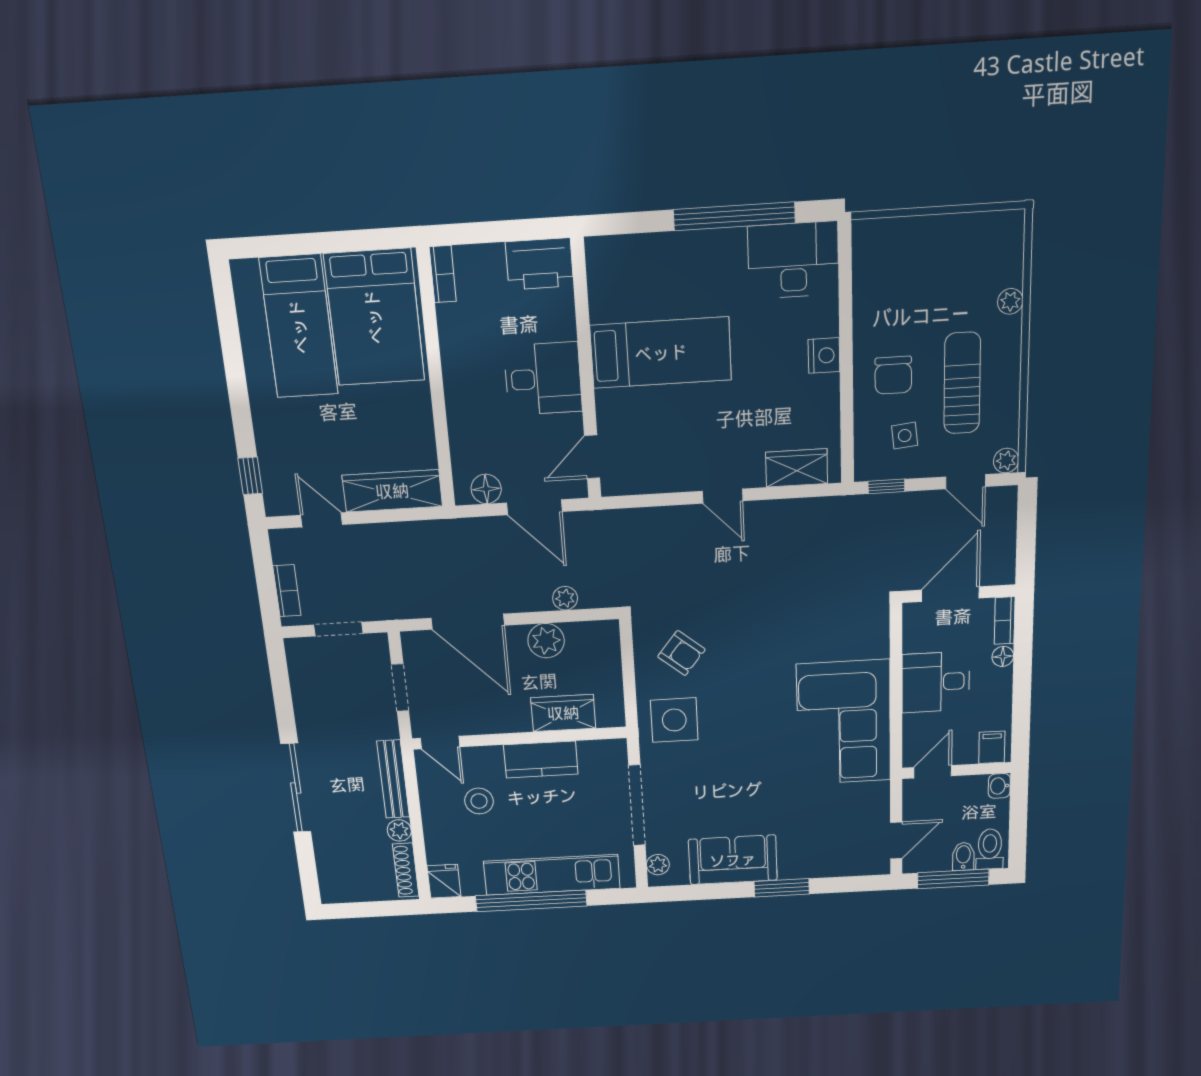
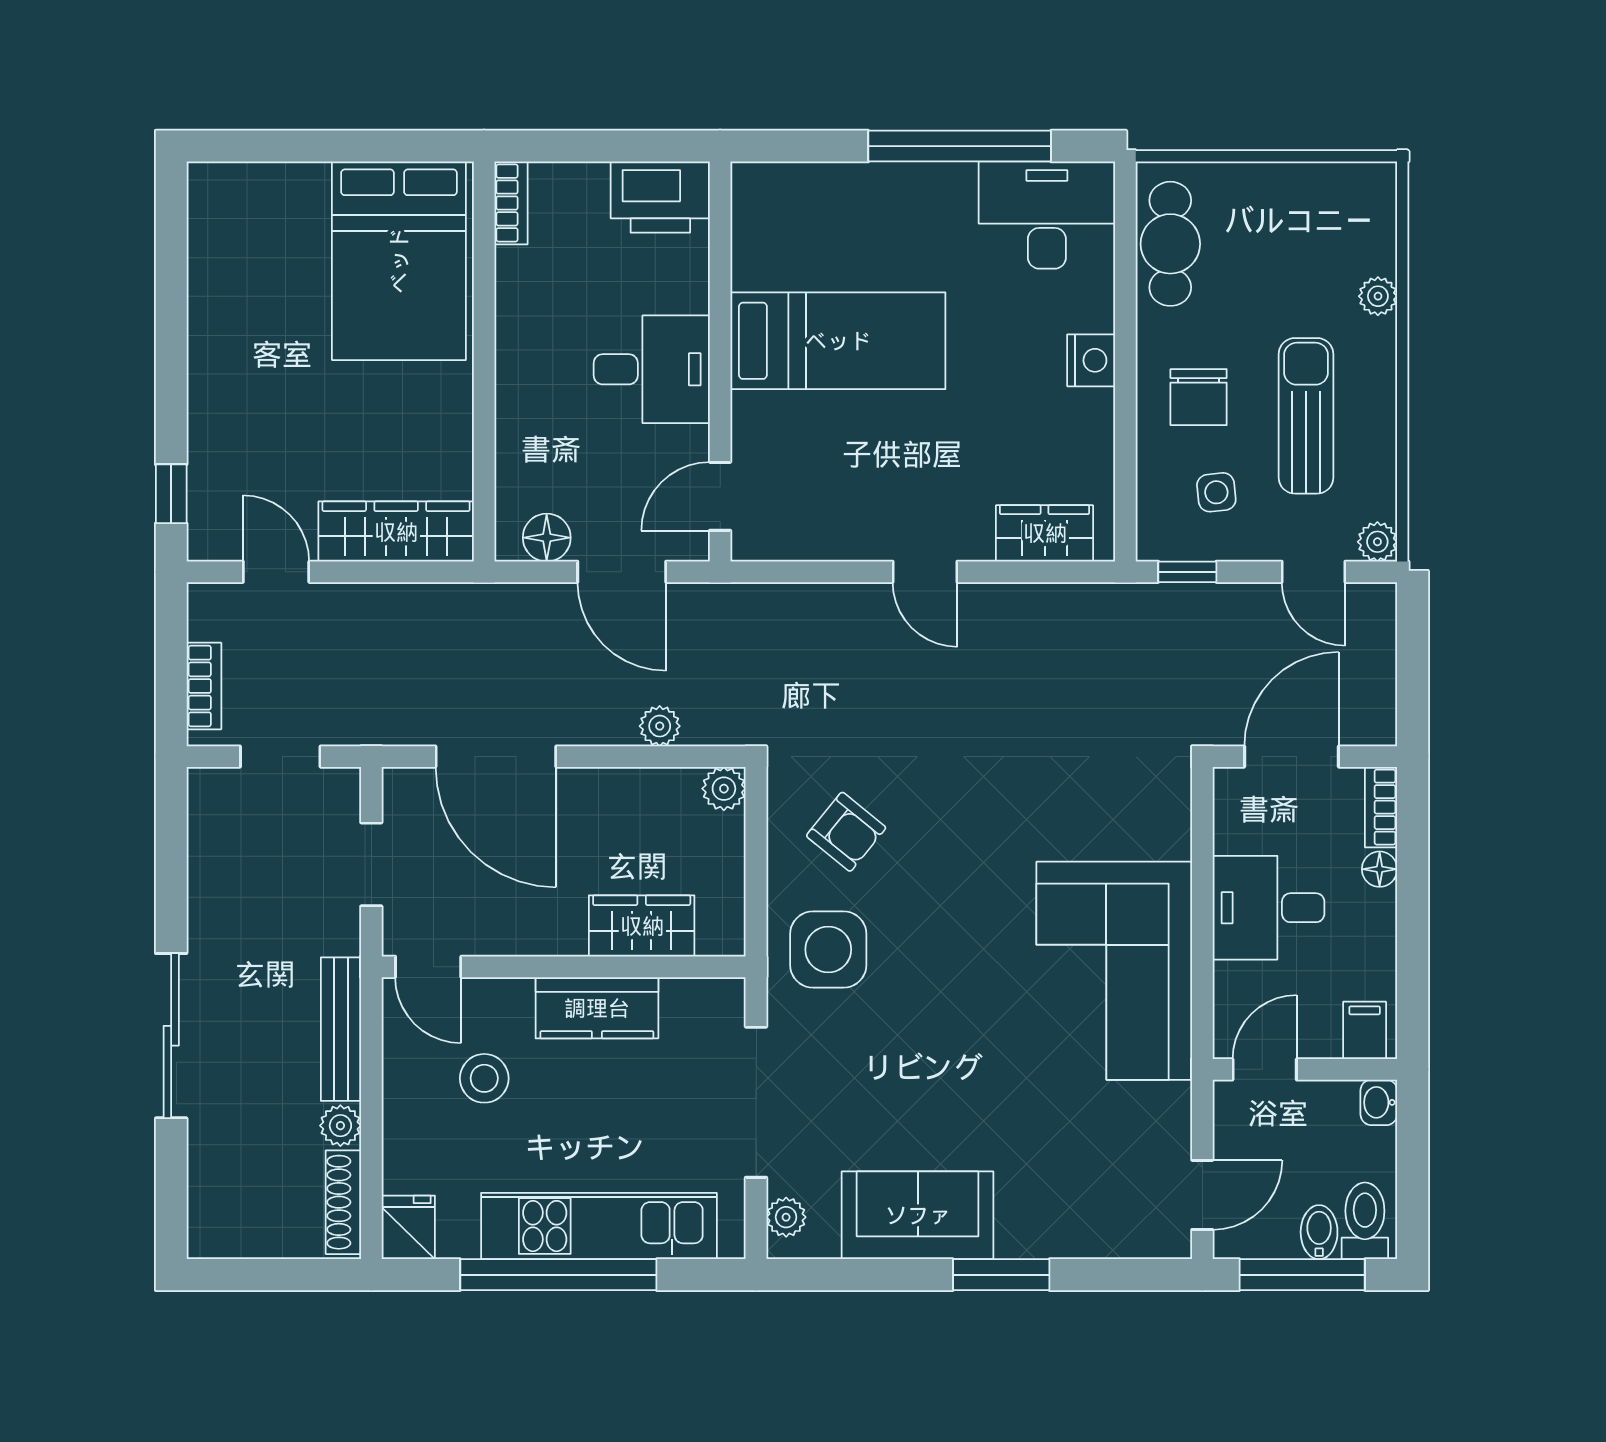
cafe table: (875, 275) -> (1170, 244), added
bed: (299, 327) -> (280, 267), removed
plant: (546, 641) -> (724, 789), moved, width x0.73, depth x0.73

